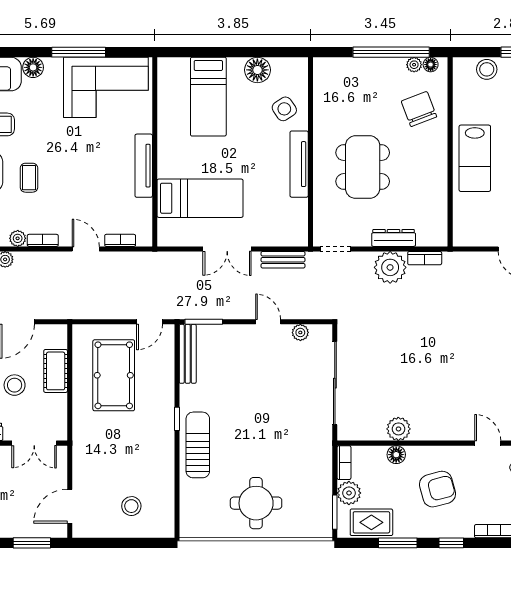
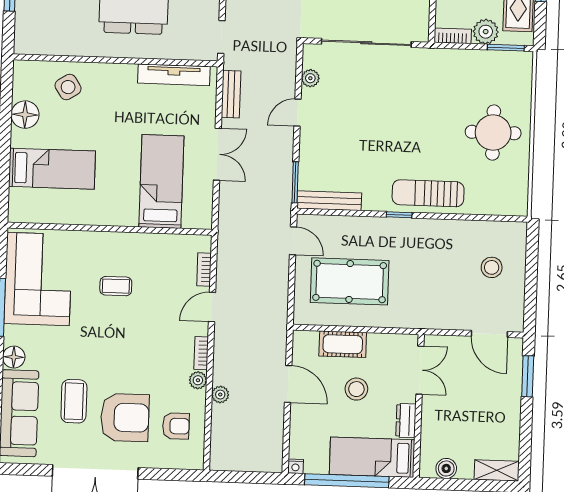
tv unit: (299, 164) -> (174, 75), moved
tv unit: (144, 166) -> (124, 241), removed
coffee table: (29, 178) -> (116, 286), moved

